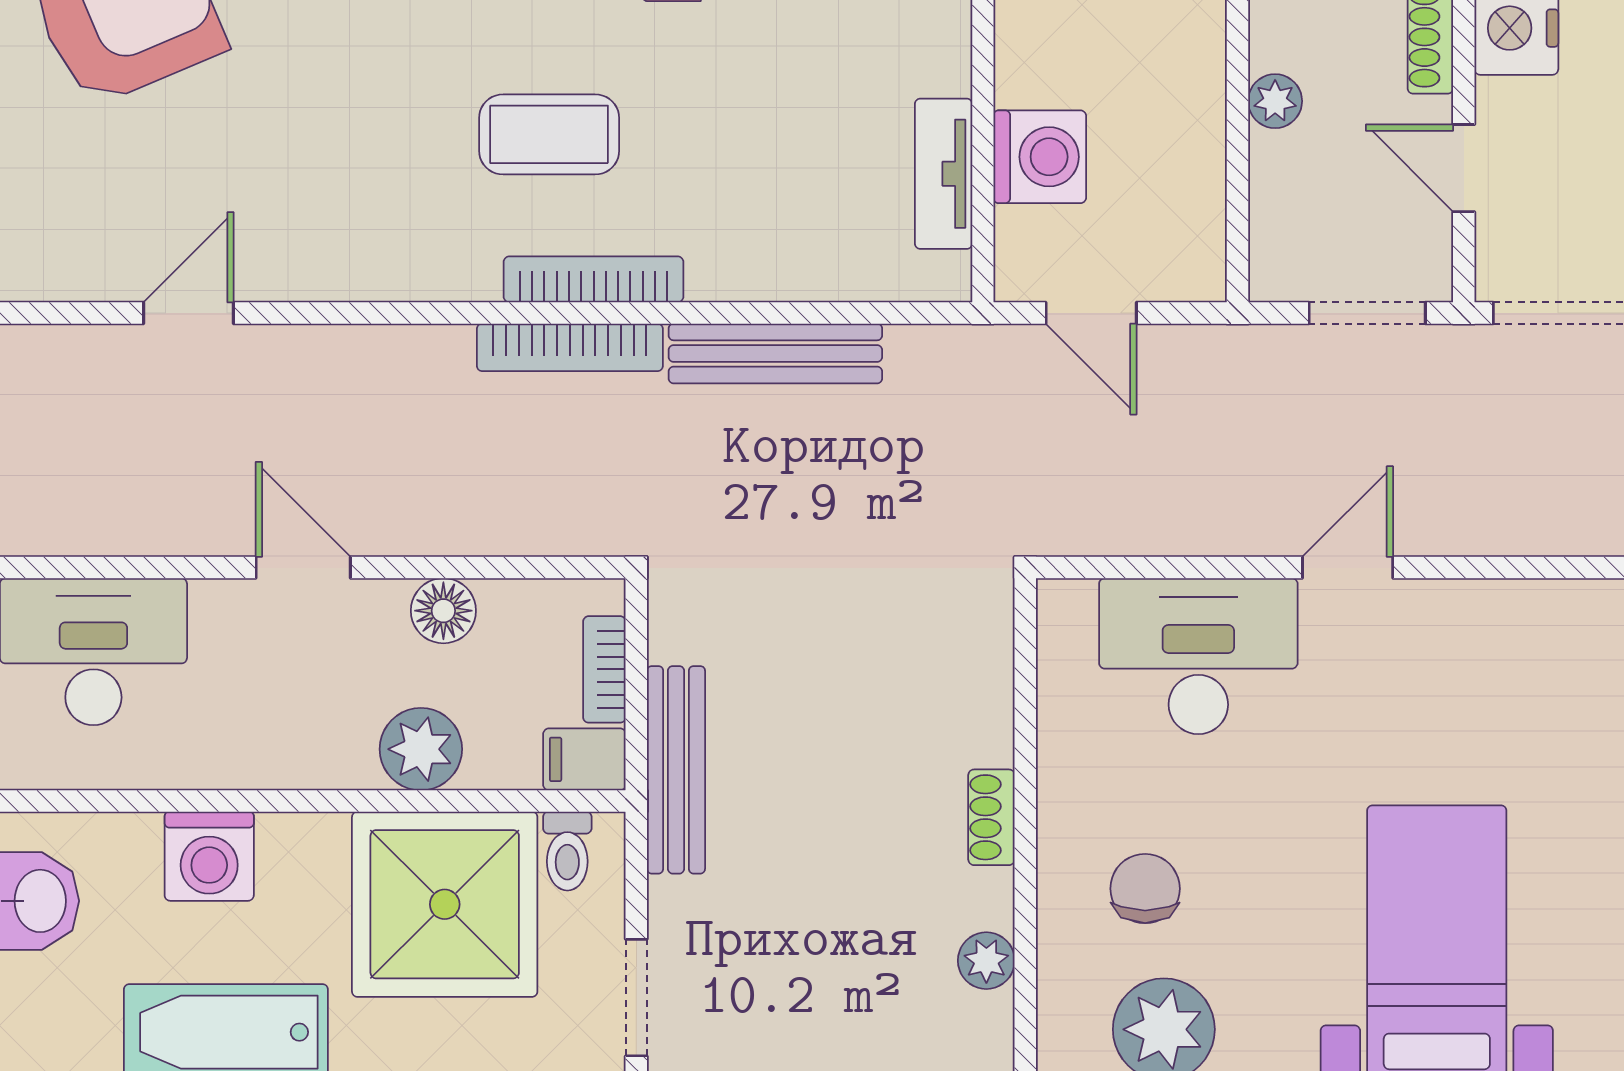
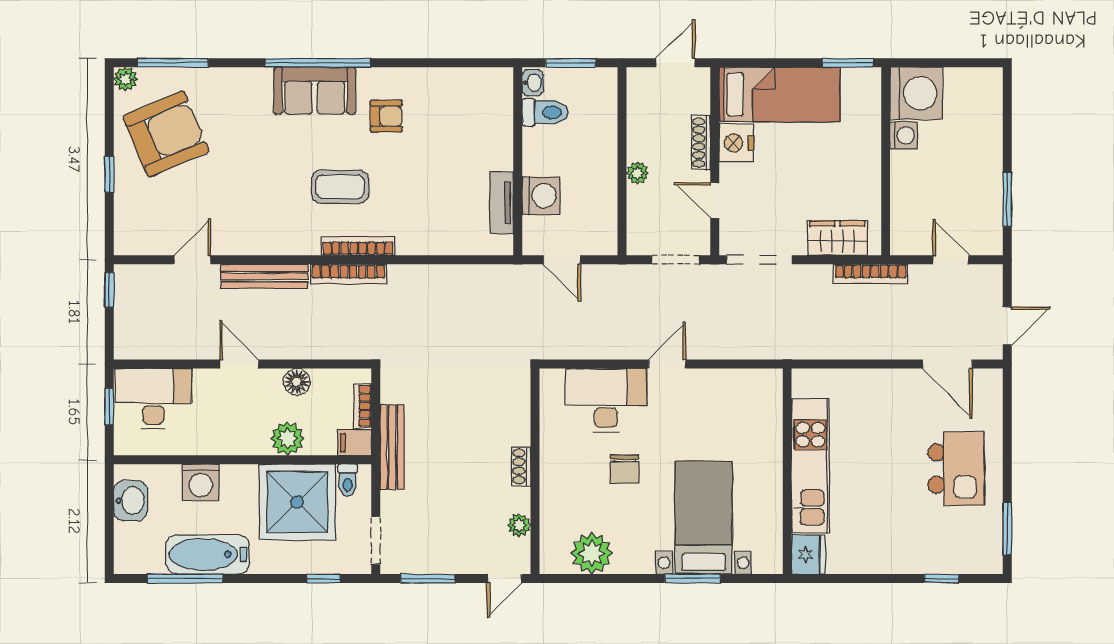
bench: (775, 353) -> (264, 276), moved
chair: (1145, 889) -> (625, 469), moved, turned 180

